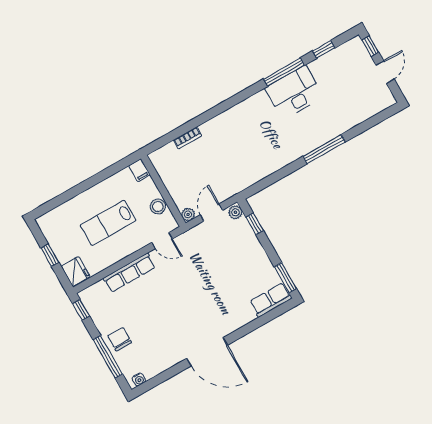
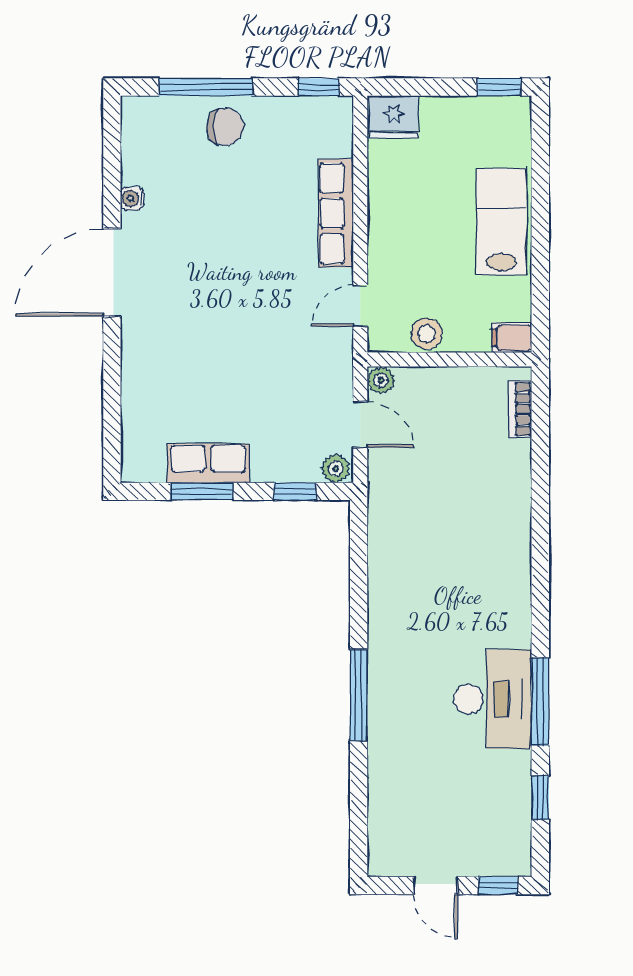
bookcase: (188, 138) -> (520, 409), moved
lab bench: (108, 223) -> (501, 222), moved
window: (50, 255) -> (499, 87), moved
window: (285, 278) -> (202, 491), moved
row of seats: (271, 300) -> (208, 463), moved, turned -90
water cooler: (139, 379) -> (132, 199), moved

